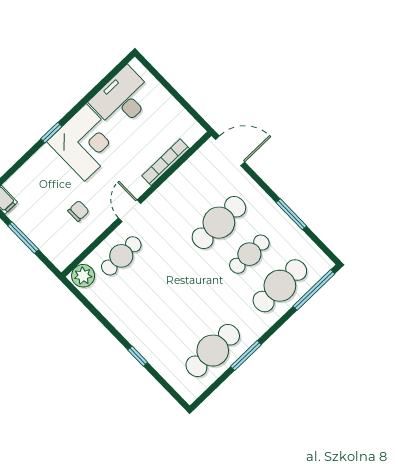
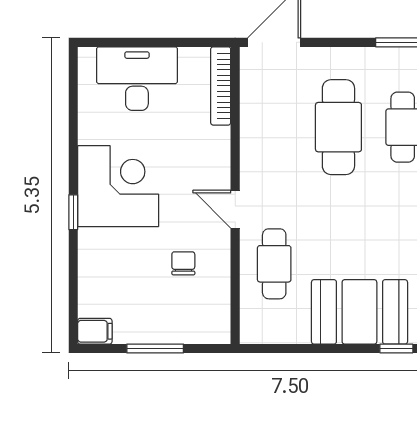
desk: (122, 99) -> (137, 79), moved, turned 90
bookcase: (166, 162) -> (221, 86), moved
plant: (83, 276) -> (256, 324), removed
booth: (138, 321) -> (359, 312), added

